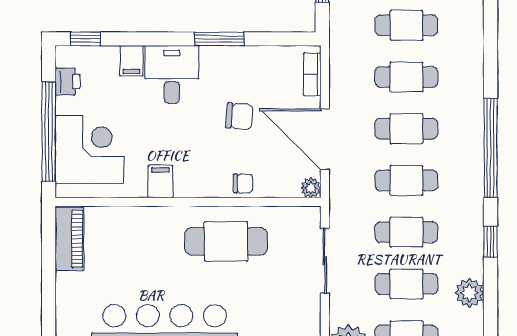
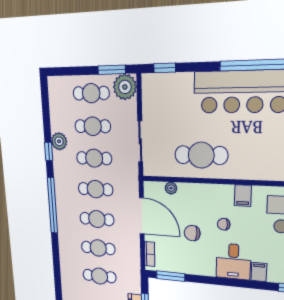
window: (219, 39) -> (171, 276), moved
chair: (243, 183) -> (224, 224), moved
plant: (311, 188) -> (171, 188), moved
plant: (469, 293) -> (59, 141), moved

